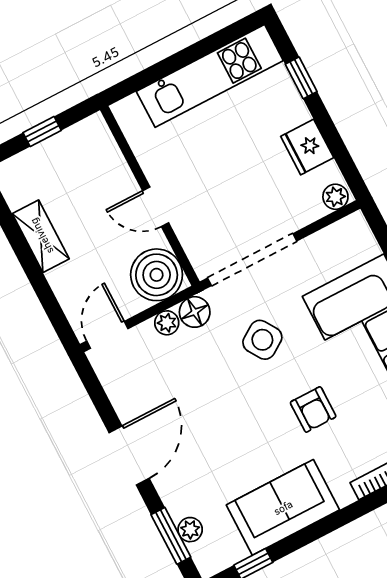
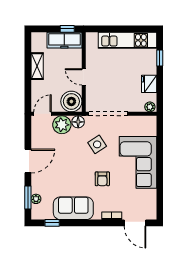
window: (42, 131) -> (67, 29), moved
freezer: (71, 148) -> (64, 40), added
plant: (167, 323) -> (62, 125), width x1.88, depth x1.88

